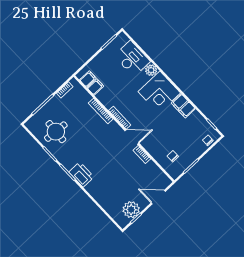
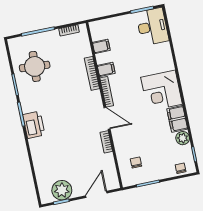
desk: (132, 59) -> (152, 27), moved
plant: (151, 70) -> (183, 138), moved
filing cabinet: (88, 79) -> (106, 69), moved
door: (158, 197) -> (96, 194), hinge flipped

